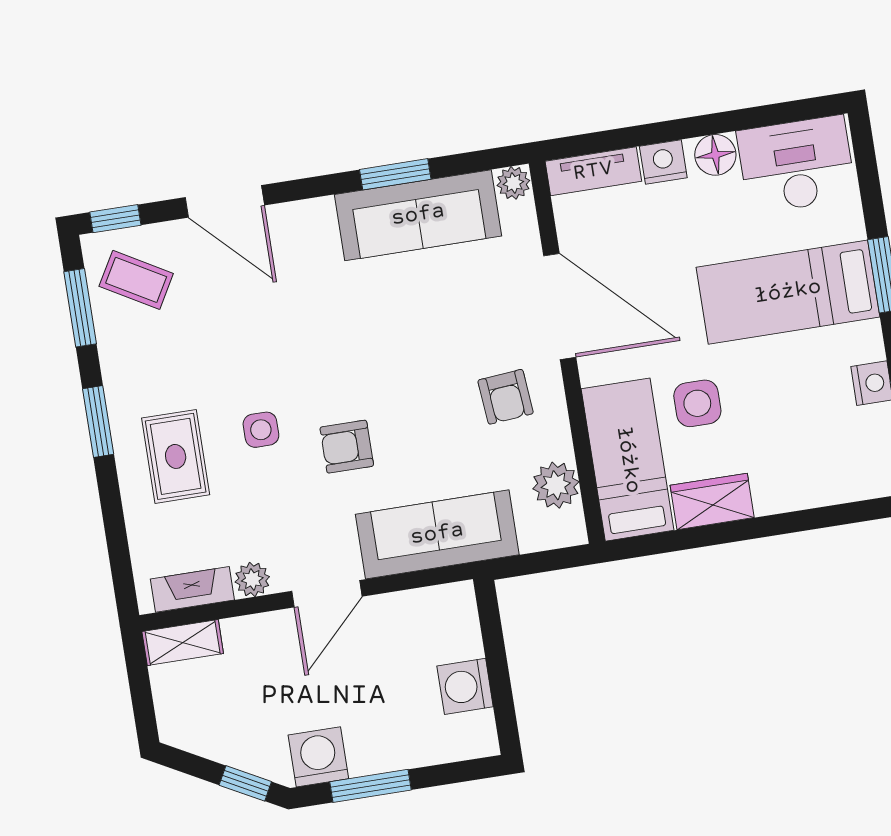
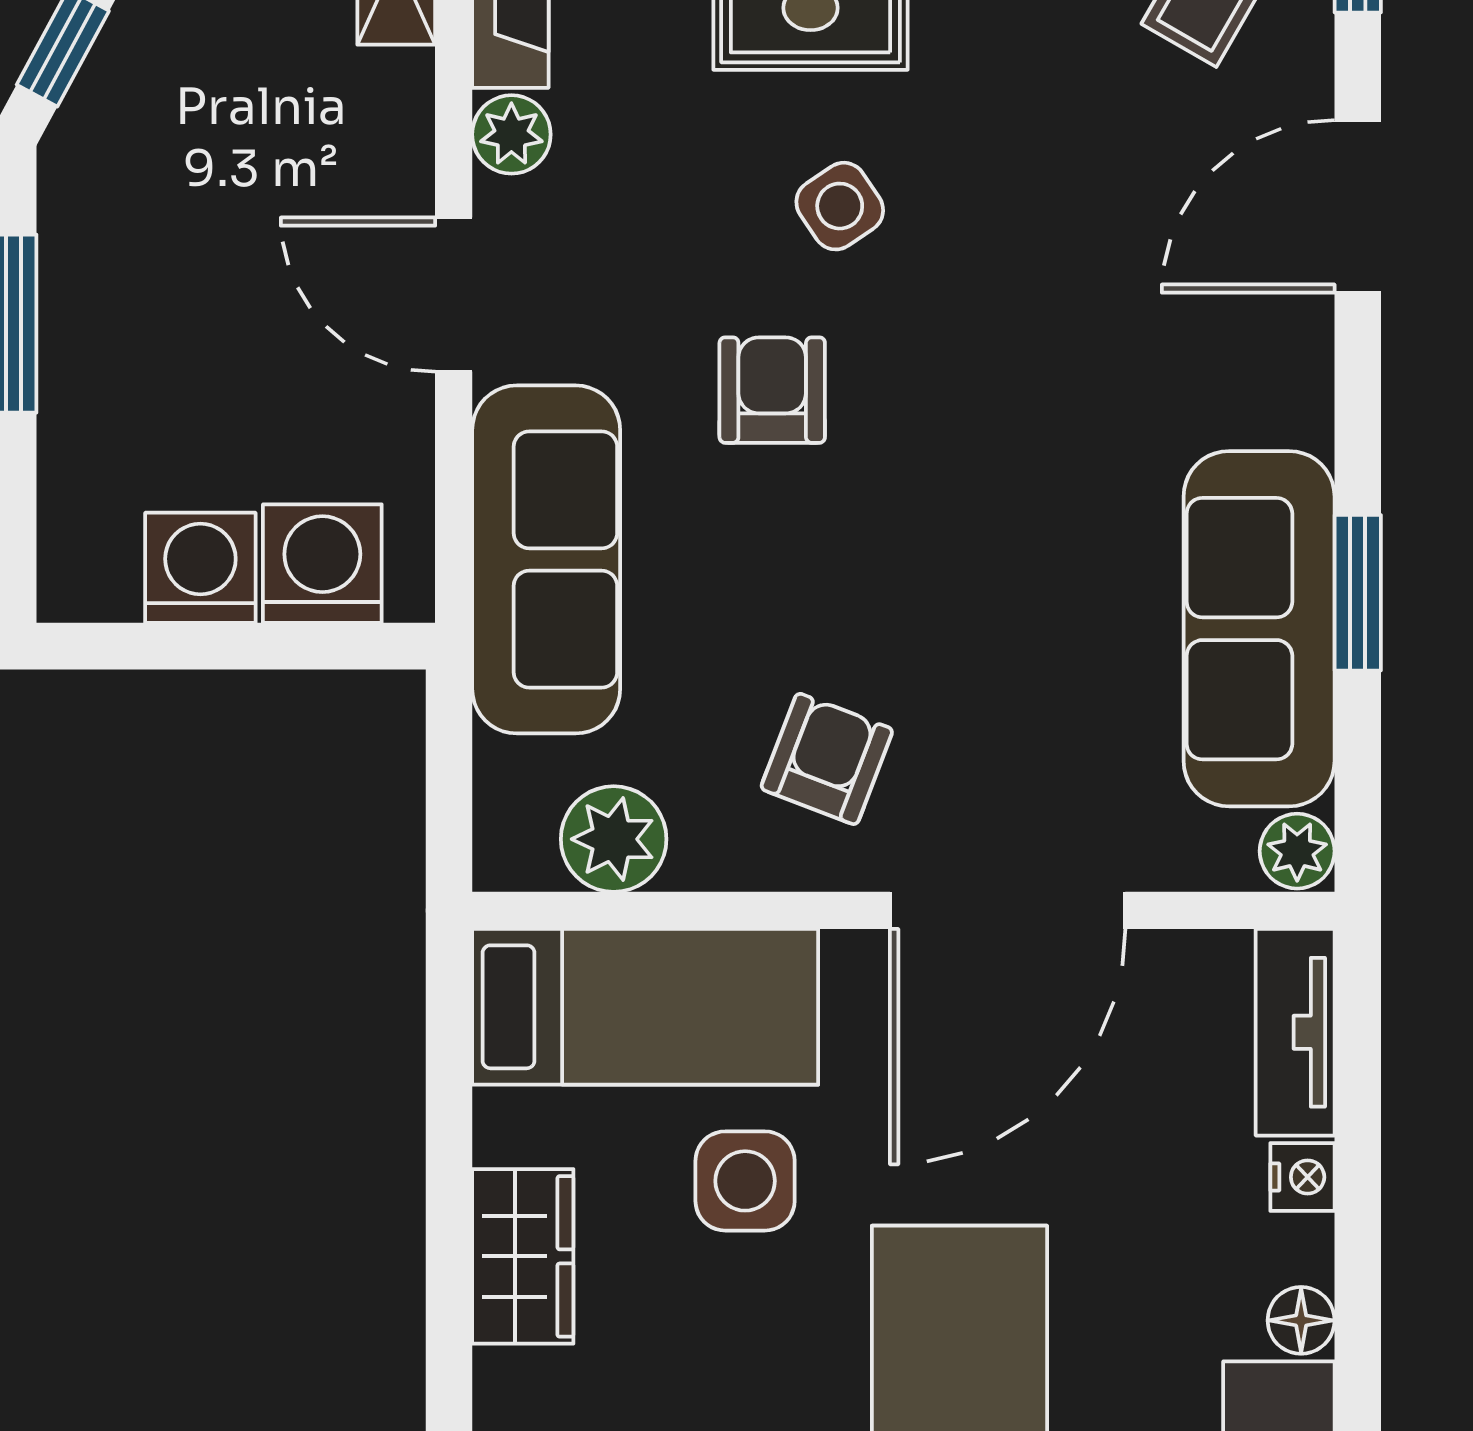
floor lamp: (715, 155) -> (1301, 1320), width x0.73, depth x0.73
nightstand: (663, 162) -> (1302, 1177), width x0.72, depth x0.74
armchair: (506, 397) -> (827, 759), turned 116
side table: (261, 430) -> (840, 206), turned -34
wardrobe: (712, 501) -> (523, 1256), moved
washing machine: (318, 757) -> (322, 564), moved, turned -90

